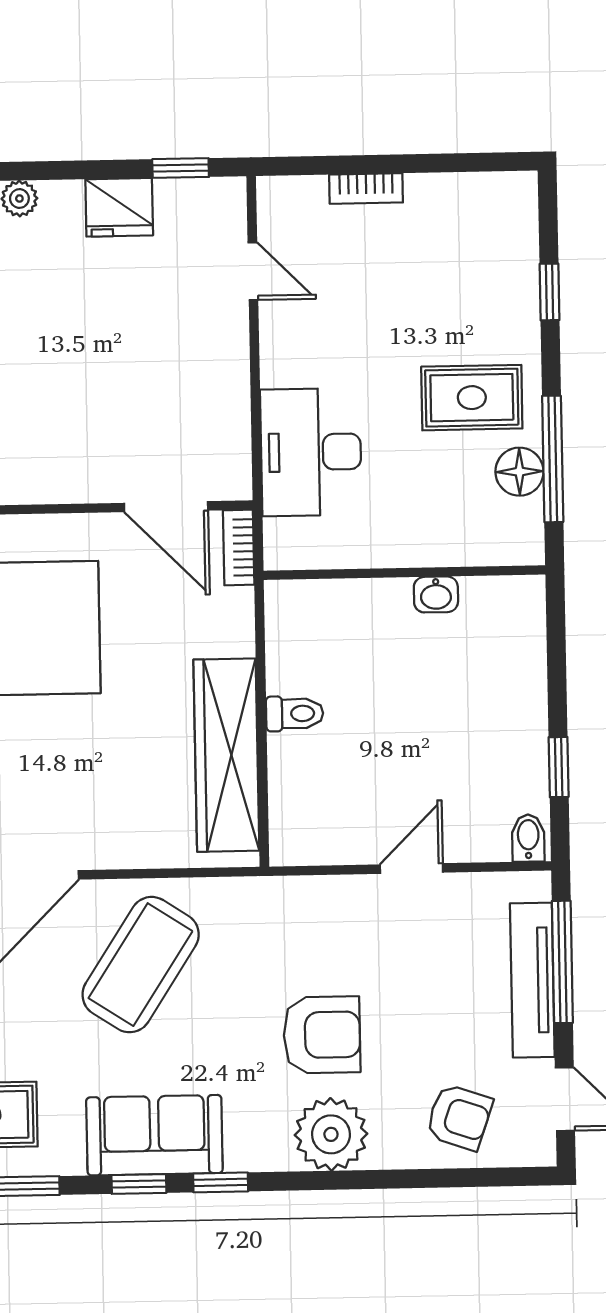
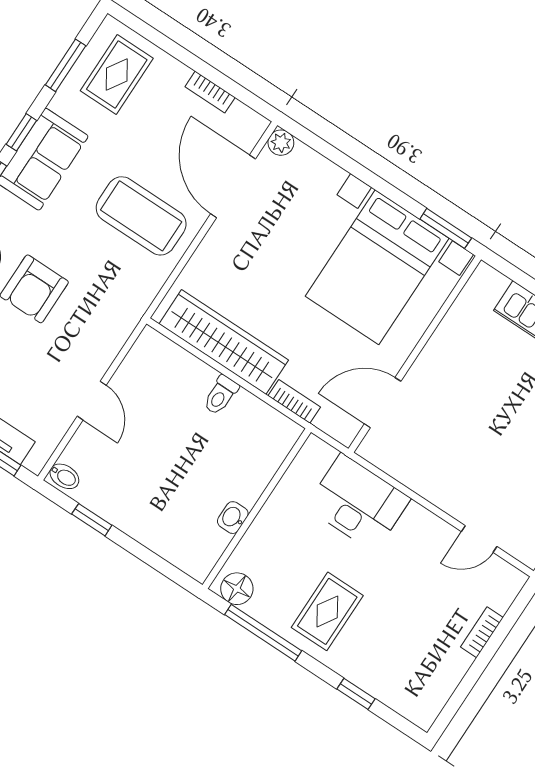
floor lamp: (519, 472) -> (237, 589), moved
bookcase: (239, 548) -> (294, 401), moved
coffee table: (141, 965) -> (141, 216), turned -33

